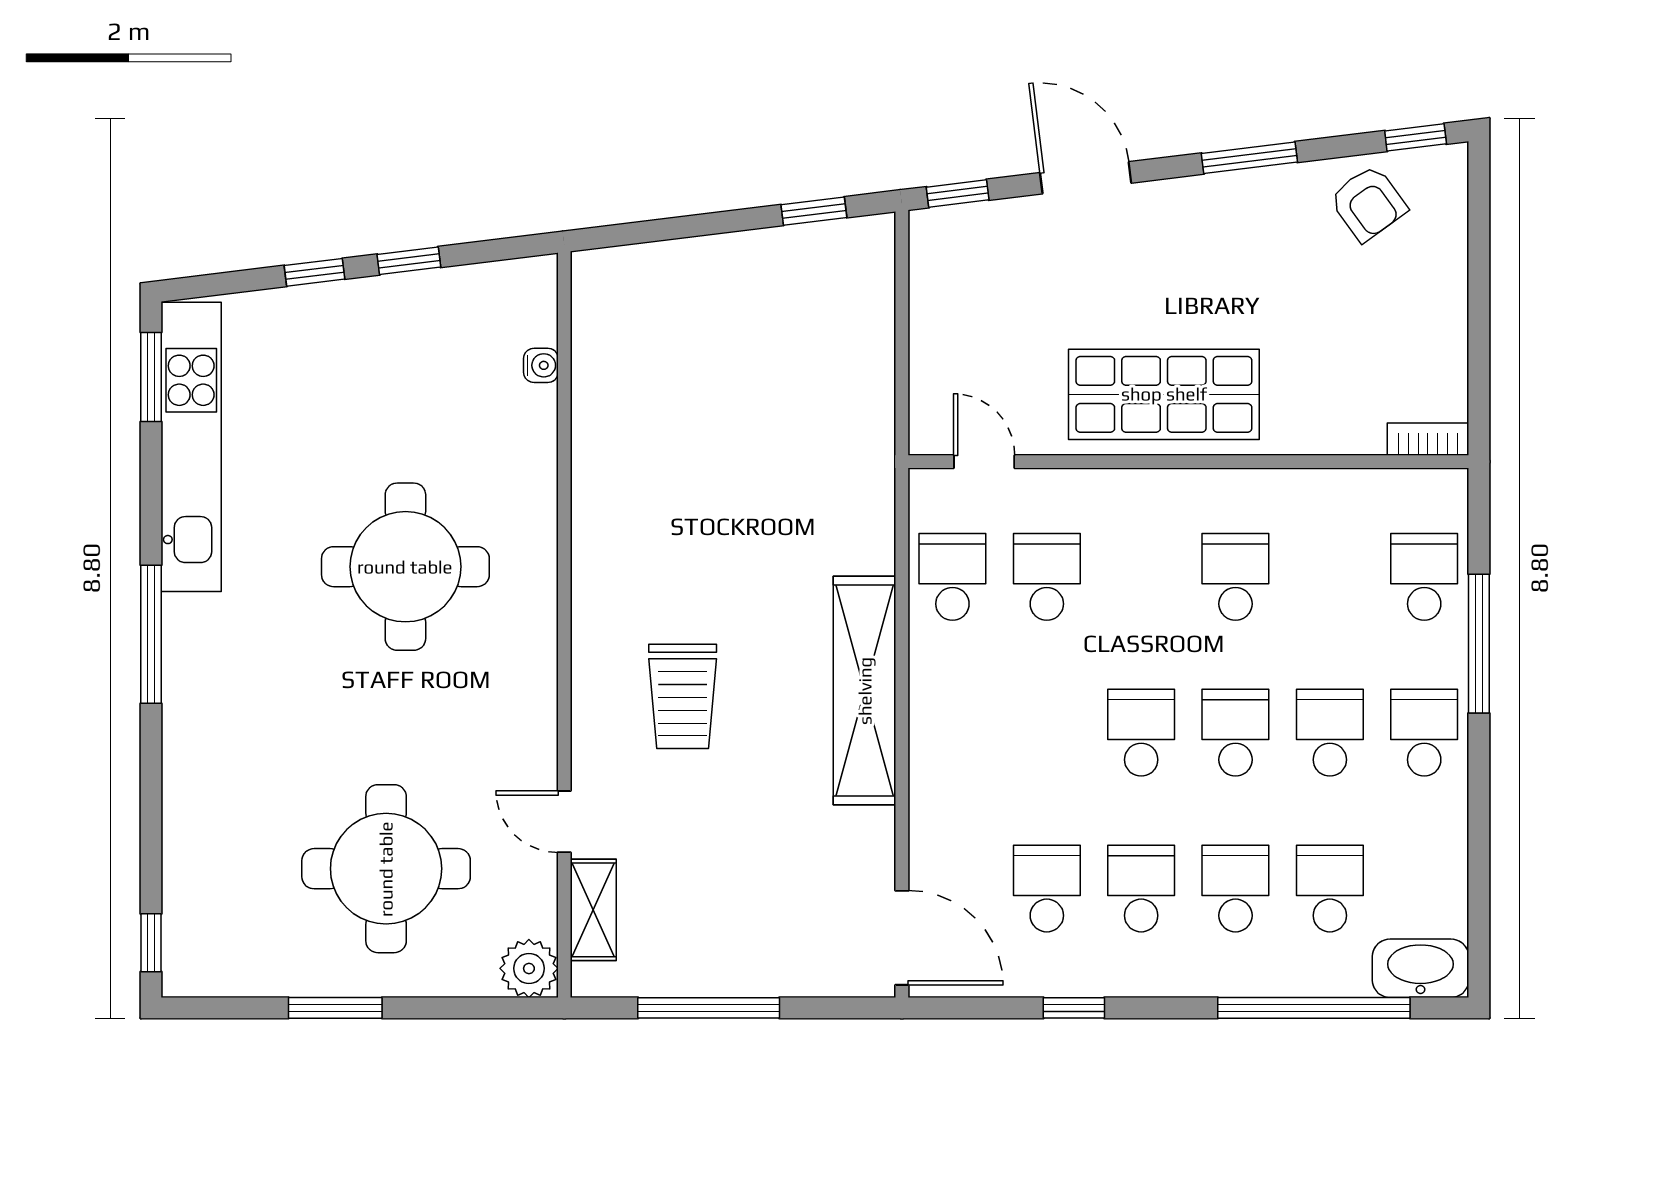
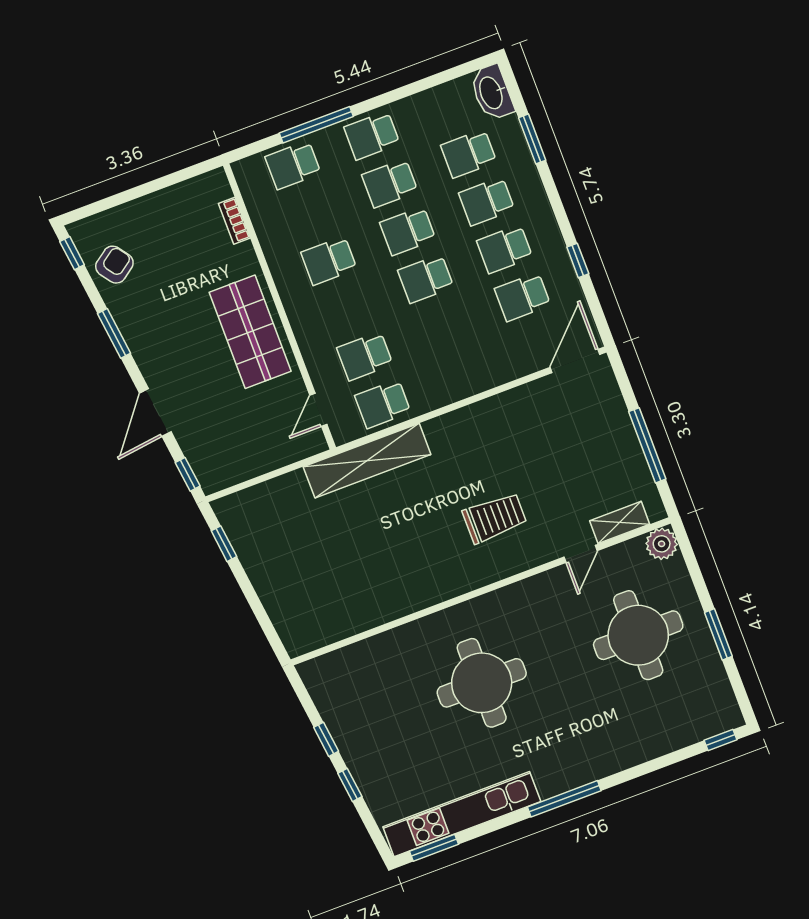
water cooler: (541, 365) -> (354, 653), removed
bookcase: (1428, 439) -> (234, 221), moved
shelving: (865, 691) -> (367, 461), moved
window: (1314, 1008) -> (532, 139), width x0.47

